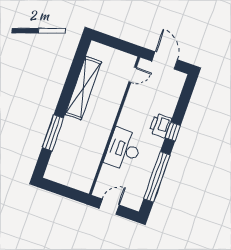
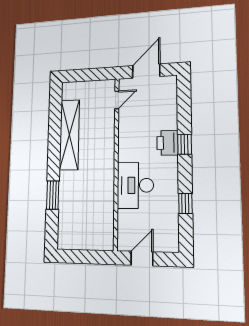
door: (165, 60) -> (146, 71), hinge flipped
window: (53, 133) -> (53, 195), width x0.69
window: (157, 177) -> (185, 203), width x0.32

